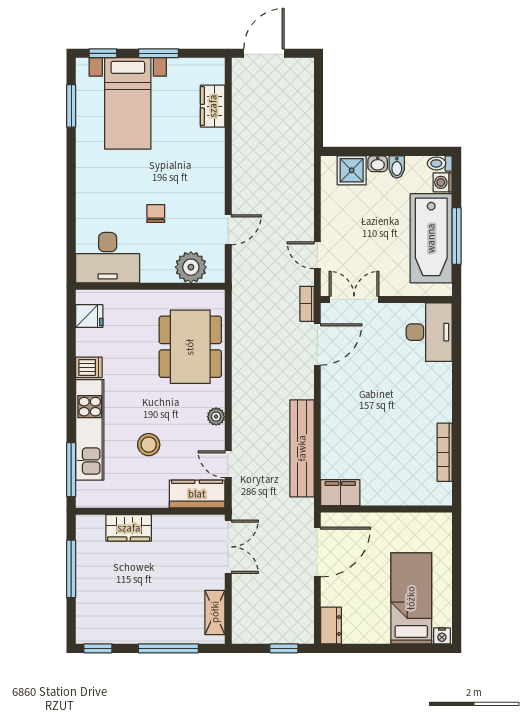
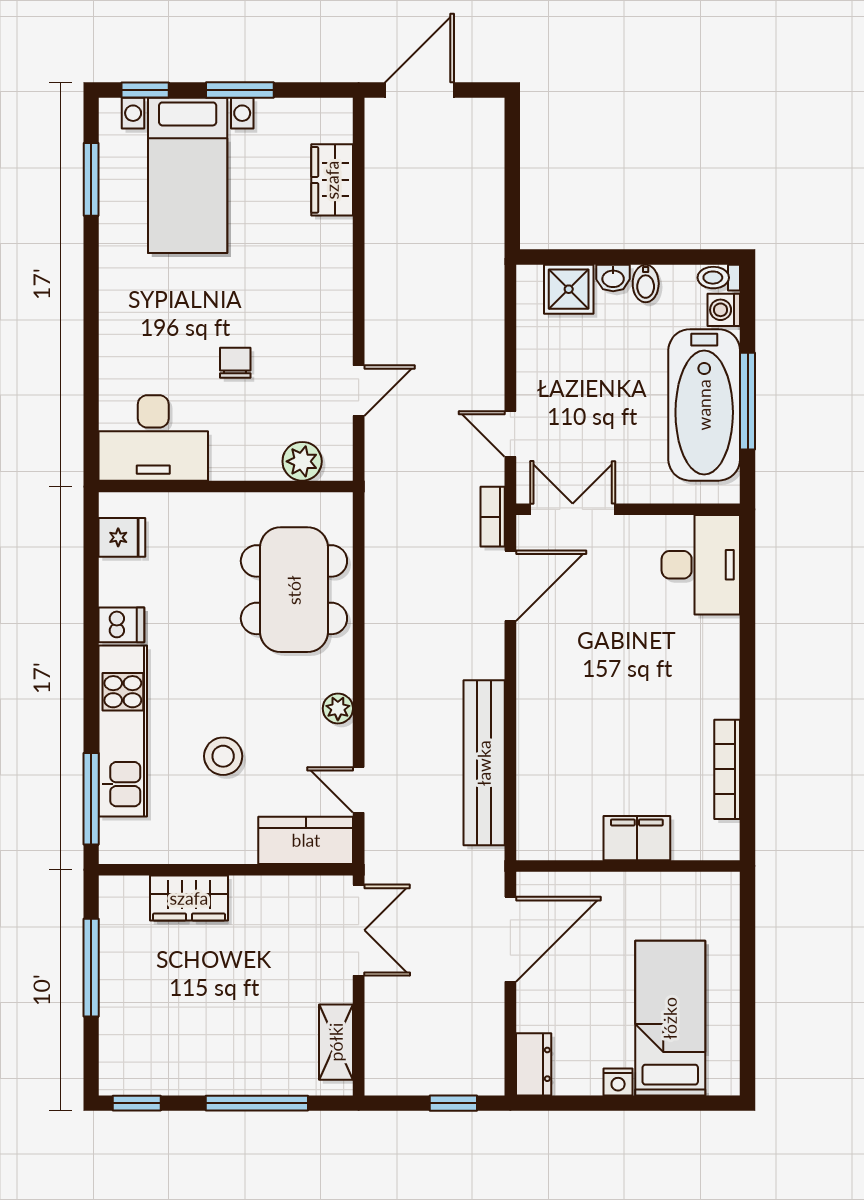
plant: (191, 267) -> (302, 461), width x0.73, depth x0.73
filing cabinet: (340, 493) -> (637, 838), moved
nightstand: (442, 636) -> (618, 1082), moved

